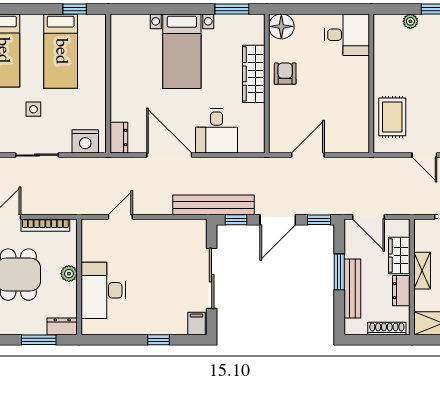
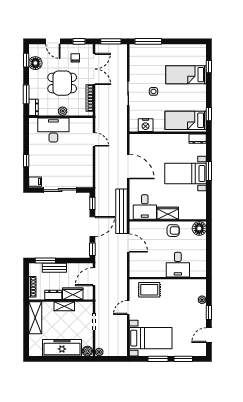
window: (232, 9) -> (209, 171), moved
desk: (347, 35) -> (178, 265), moved
bed: (61, 51) -> (186, 120), moved
wardrobe: (254, 74) -> (168, 213), width x0.67
desk: (217, 131) -> (145, 207), moved, turned -90
dresser: (119, 138) -> (198, 139), moved
nightstand: (85, 141) -> (146, 125), moved, turned -90
door: (169, 155) -> (128, 167), hinge flipped
bench: (213, 205) -> (122, 211), moved
door: (278, 220) -> (92, 227), swing flipped
window: (339, 272) -> (45, 260), moved
bench: (352, 289) -> (54, 268), width x0.73

